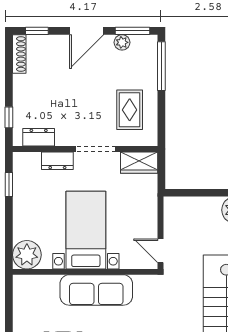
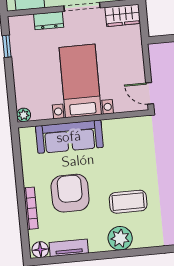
plant: (27, 255) -> (24, 115), width x0.53, depth x0.53
sofa: (96, 290) -> (69, 137), moved

